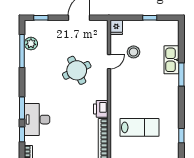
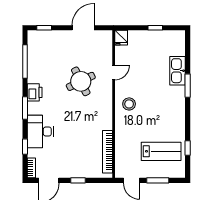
plant: (31, 44) -> (34, 54), removed
stool: (134, 52) -> (129, 104), moved
window: (22, 108) -> (25, 108), moved
printer: (101, 109) -> (35, 92), moved, turned 180
lab bench: (139, 127) -> (161, 151), moved

